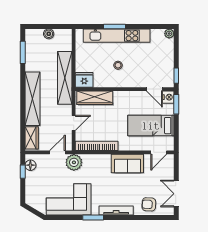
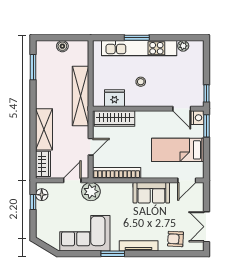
plant: (169, 34) -> (183, 46), moved
fridge: (84, 80) -> (114, 98), moved
shelving: (32, 99) -> (44, 129), width x0.68

